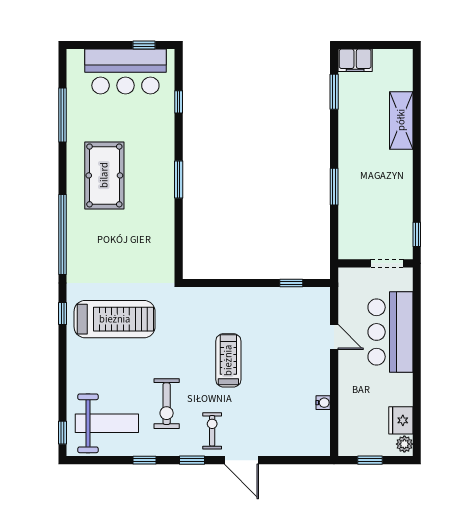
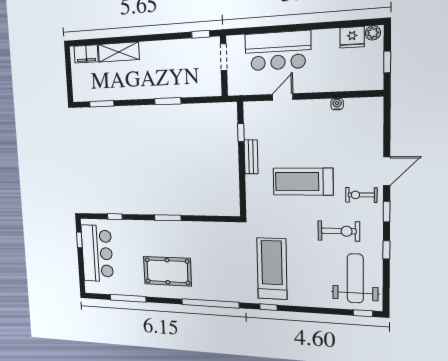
filing cabinet: (355, 60) -> (86, 54), moved, turned 90
bench: (260, 295) -> (251, 157), added
treadmill: (228, 360) -> (303, 182), width x1.37, depth x1.38

